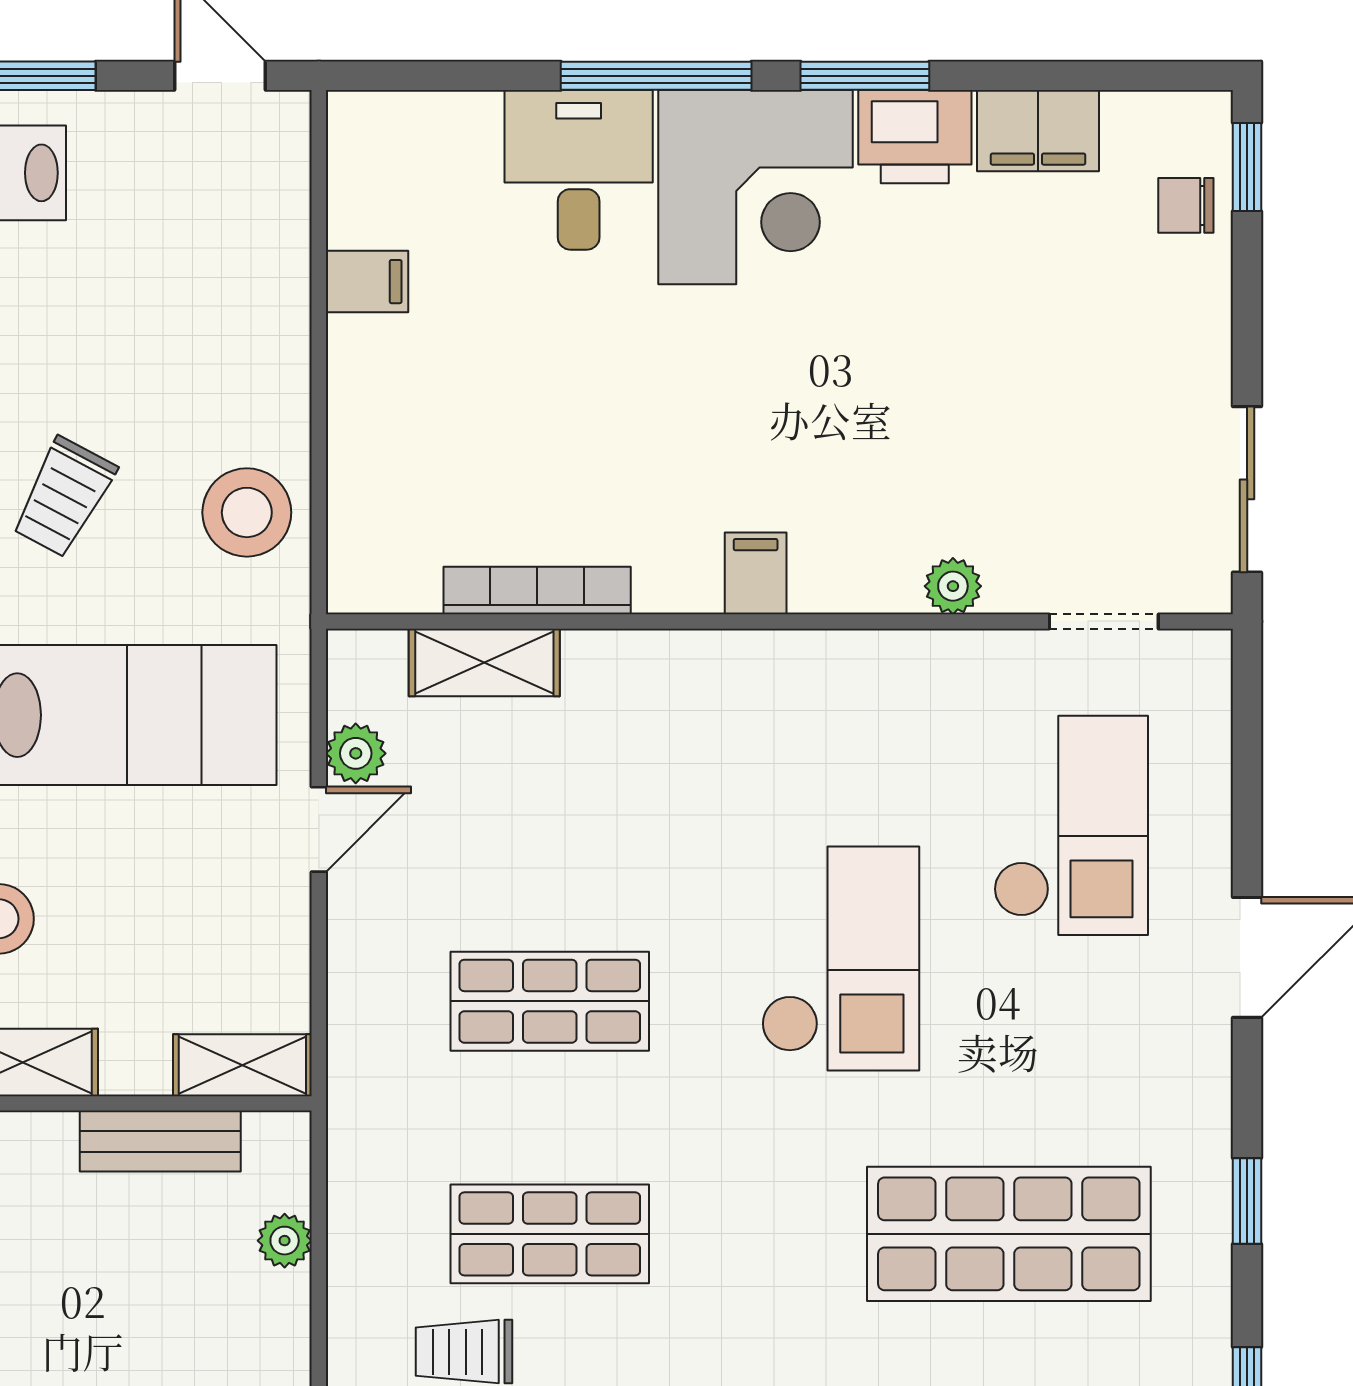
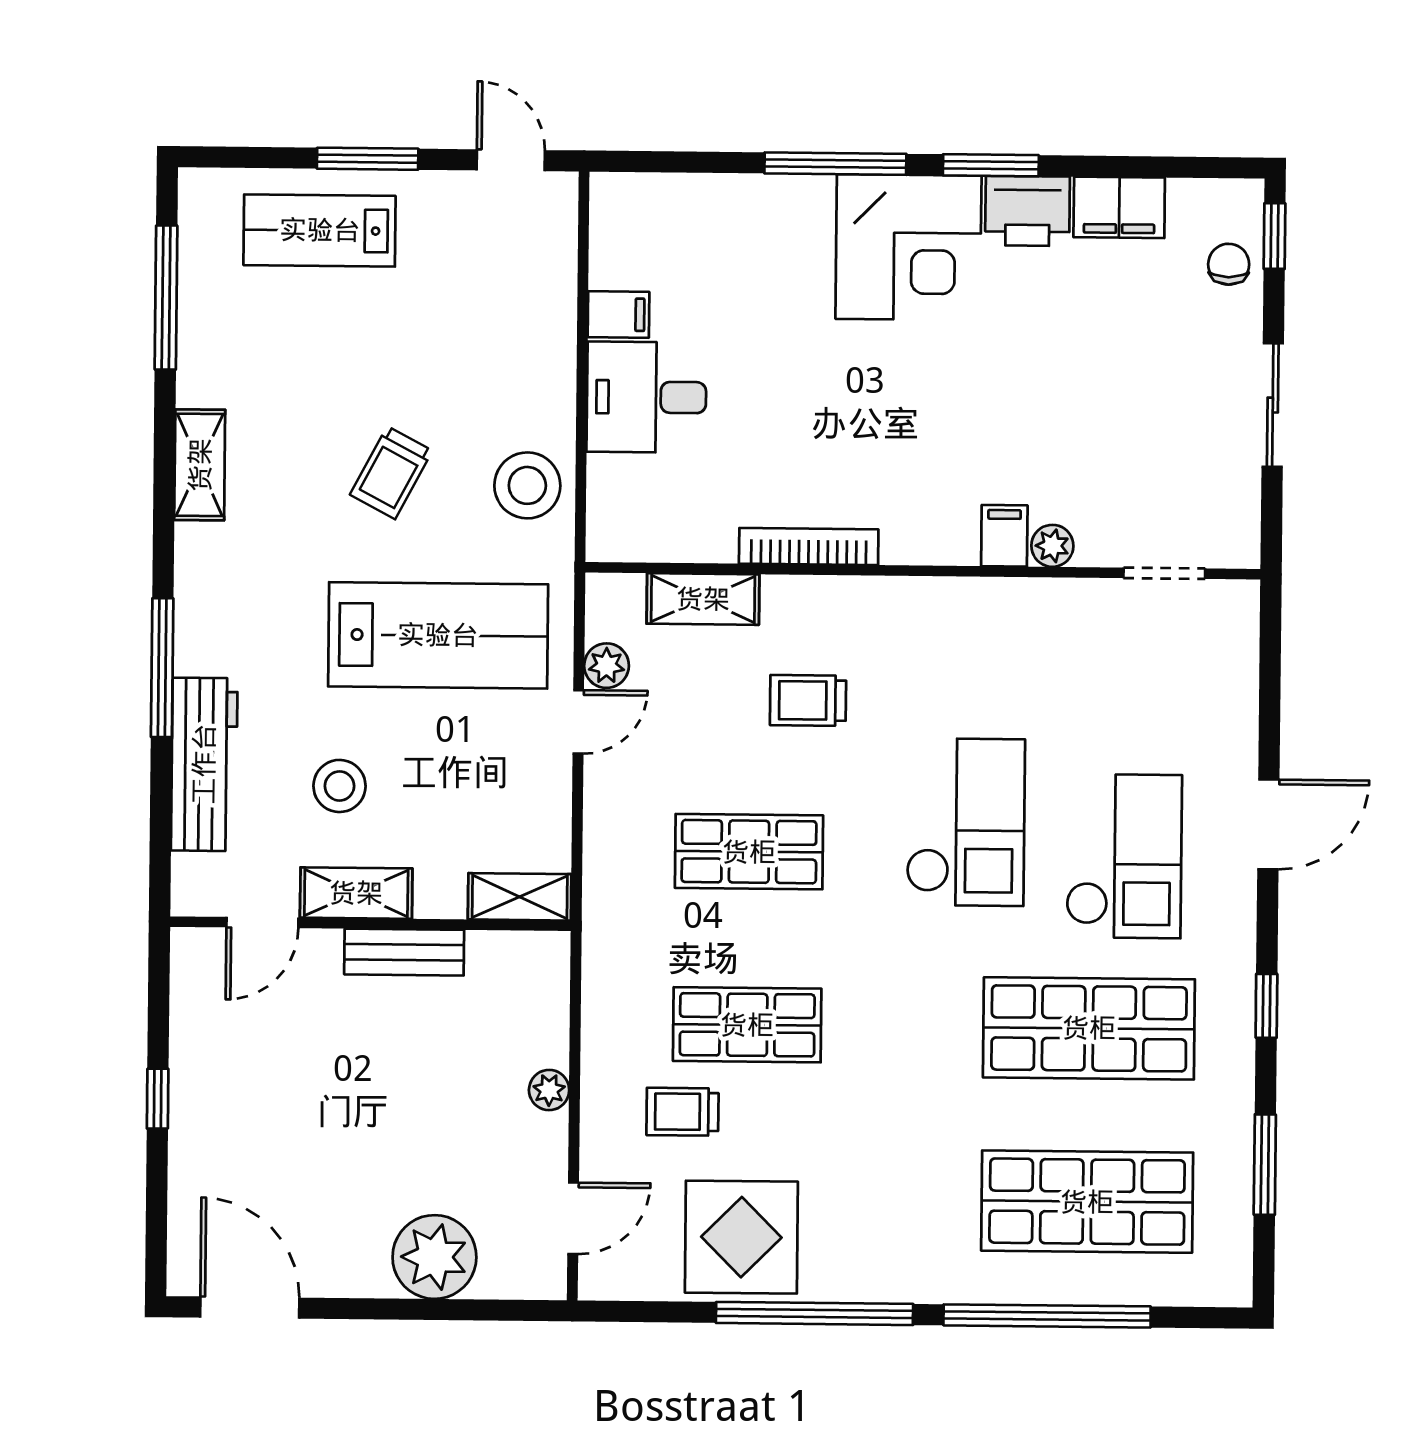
desk: (579, 170) -> (646, 397), moved, turned -90
chair: (1186, 205) -> (1229, 264), turned 90
sliding door: (1247, 489) -> (1273, 405), moved
filing cabinet: (756, 573) -> (1004, 536), moved
bookcase: (537, 590) -> (809, 546), moved
trolley: (627, 797) -> (808, 700), added
checkout: (1071, 825) -> (1124, 856), moved
bench: (160, 1141) -> (404, 952), moved
plant: (285, 1241) -> (549, 1090), moved

